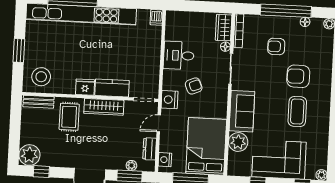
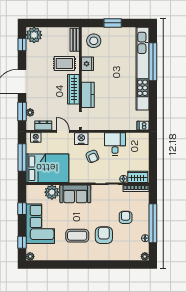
fridge: (85, 87) -> (87, 64), moved

